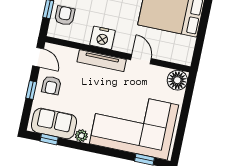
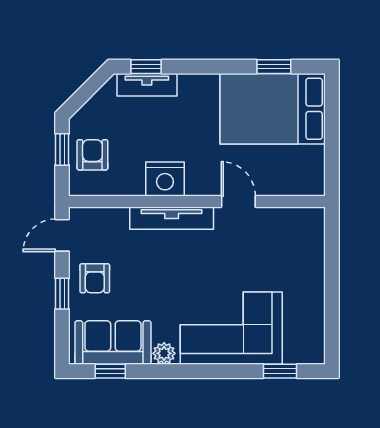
door: (38, 57) -> (62, 235), swing flipped
floor lamp: (177, 80) -> (308, 224), removed
corner sofa: (134, 124) -> (231, 328), width x0.73, depth x0.74

